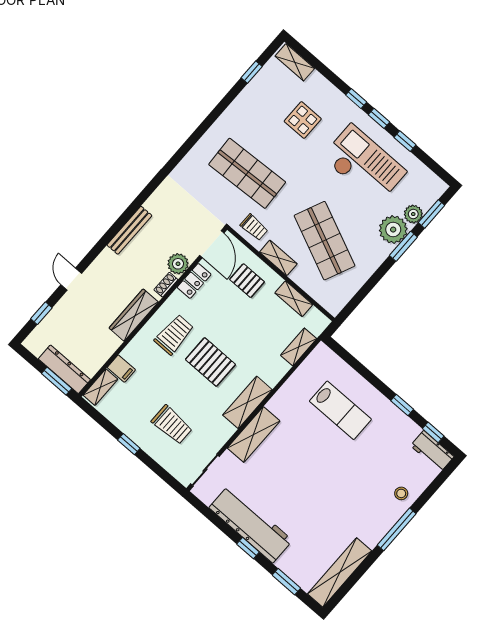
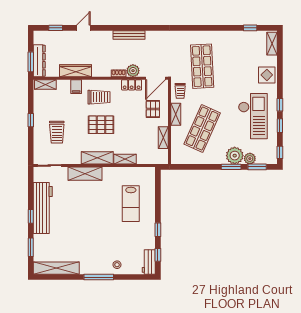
window: (356, 98) -> (280, 152), moved
display table: (303, 120) -> (267, 75), moved
wardrobe: (134, 315) -> (76, 71), moved
shelving: (299, 347) -> (125, 159), moved
pallet: (210, 362) -> (101, 125), turned 90
filing cabinet: (121, 369) -> (76, 87), moved

